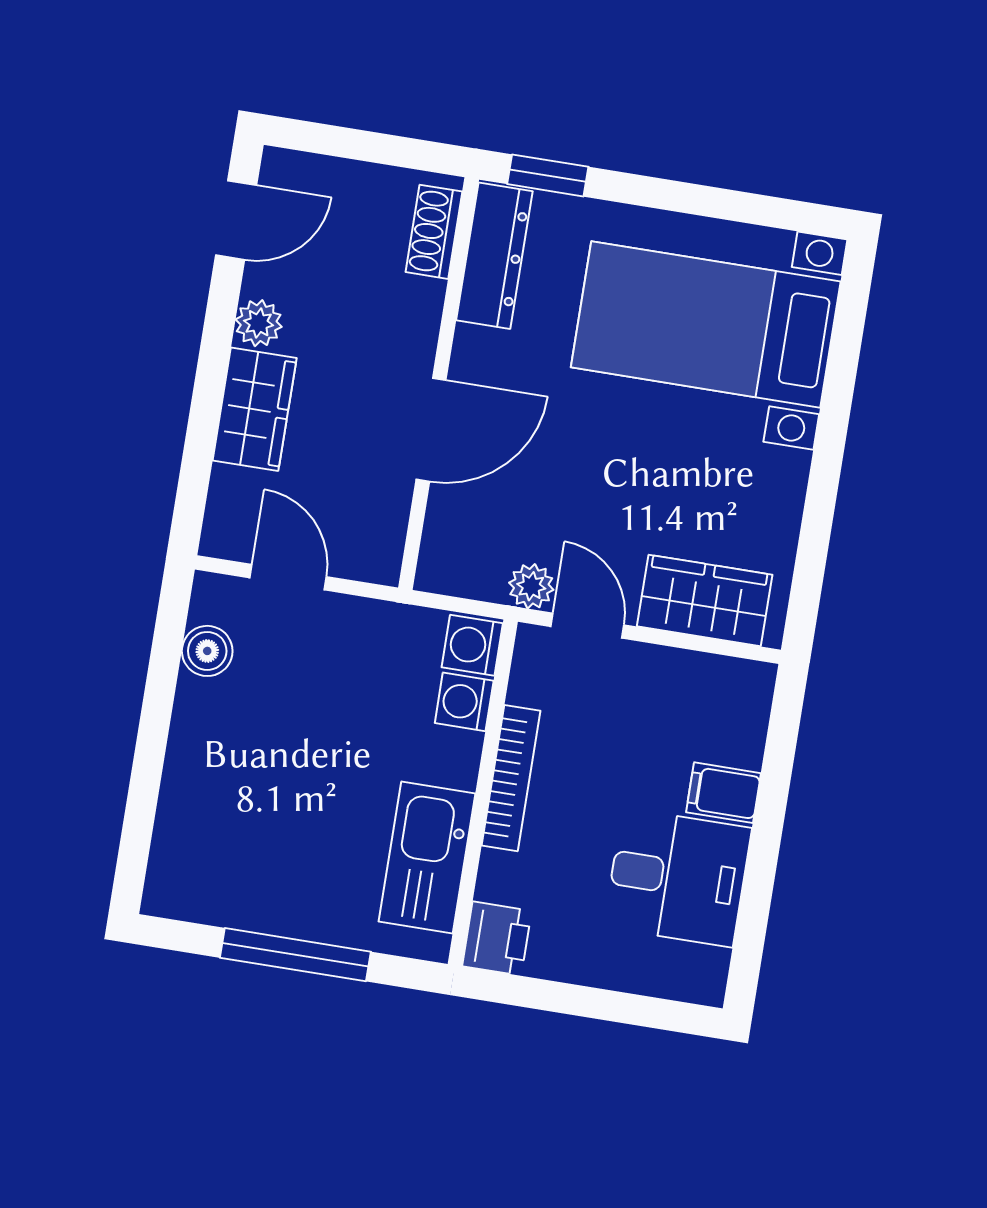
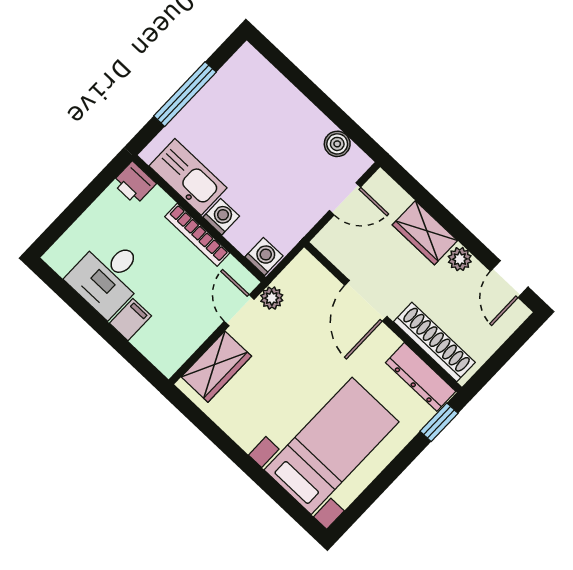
shoe rack: (434, 232) -> (434, 342), width x1.94, depth x1.24
door: (587, 626) -> (239, 310), swing flipped
washing machine: (464, 702) -> (221, 217), moved

